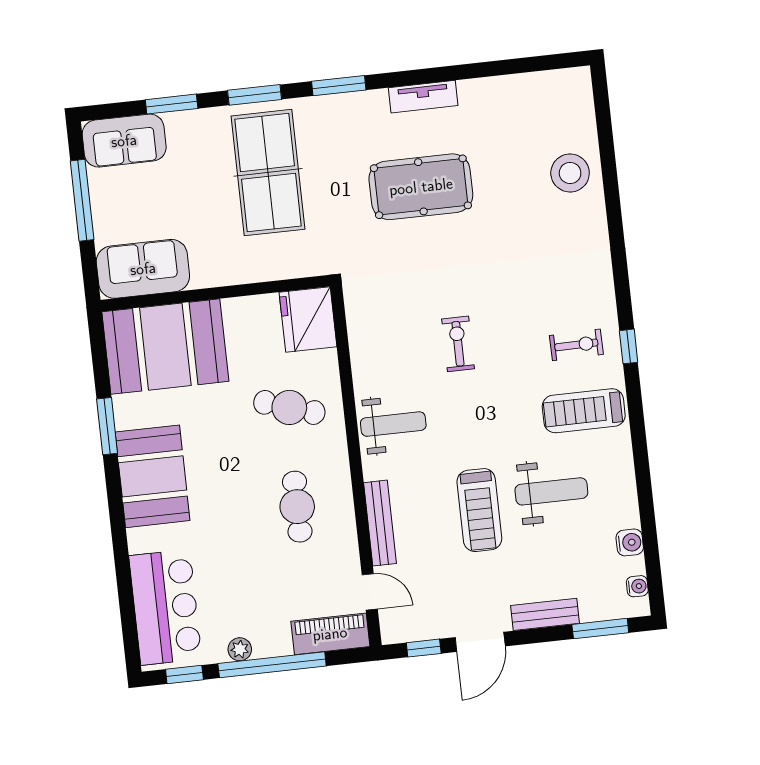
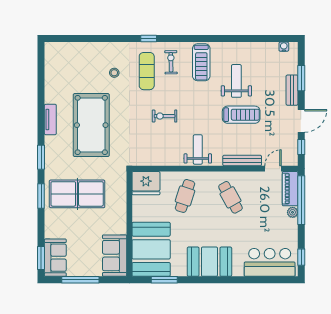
window: (172, 104) -> (41, 258), moved
stool: (570, 173) -> (114, 73), moved, width x0.53, depth x0.53
pool table: (421, 187) -> (91, 125), width x1.36, depth x1.32
exercise mat: (551, 294) -> (147, 71), added
window: (629, 346) -> (149, 39), moved
window: (107, 426) -> (164, 280), moved
cafe table: (297, 507) -> (231, 197), turned 61
water cooler: (630, 542) -> (264, 48), removed
window: (600, 629) -> (301, 78), moved
door: (480, 642) -> (301, 121), hinge flipped
plant: (240, 649) -> (293, 212), moved
window: (272, 665) -> (301, 200), moved

